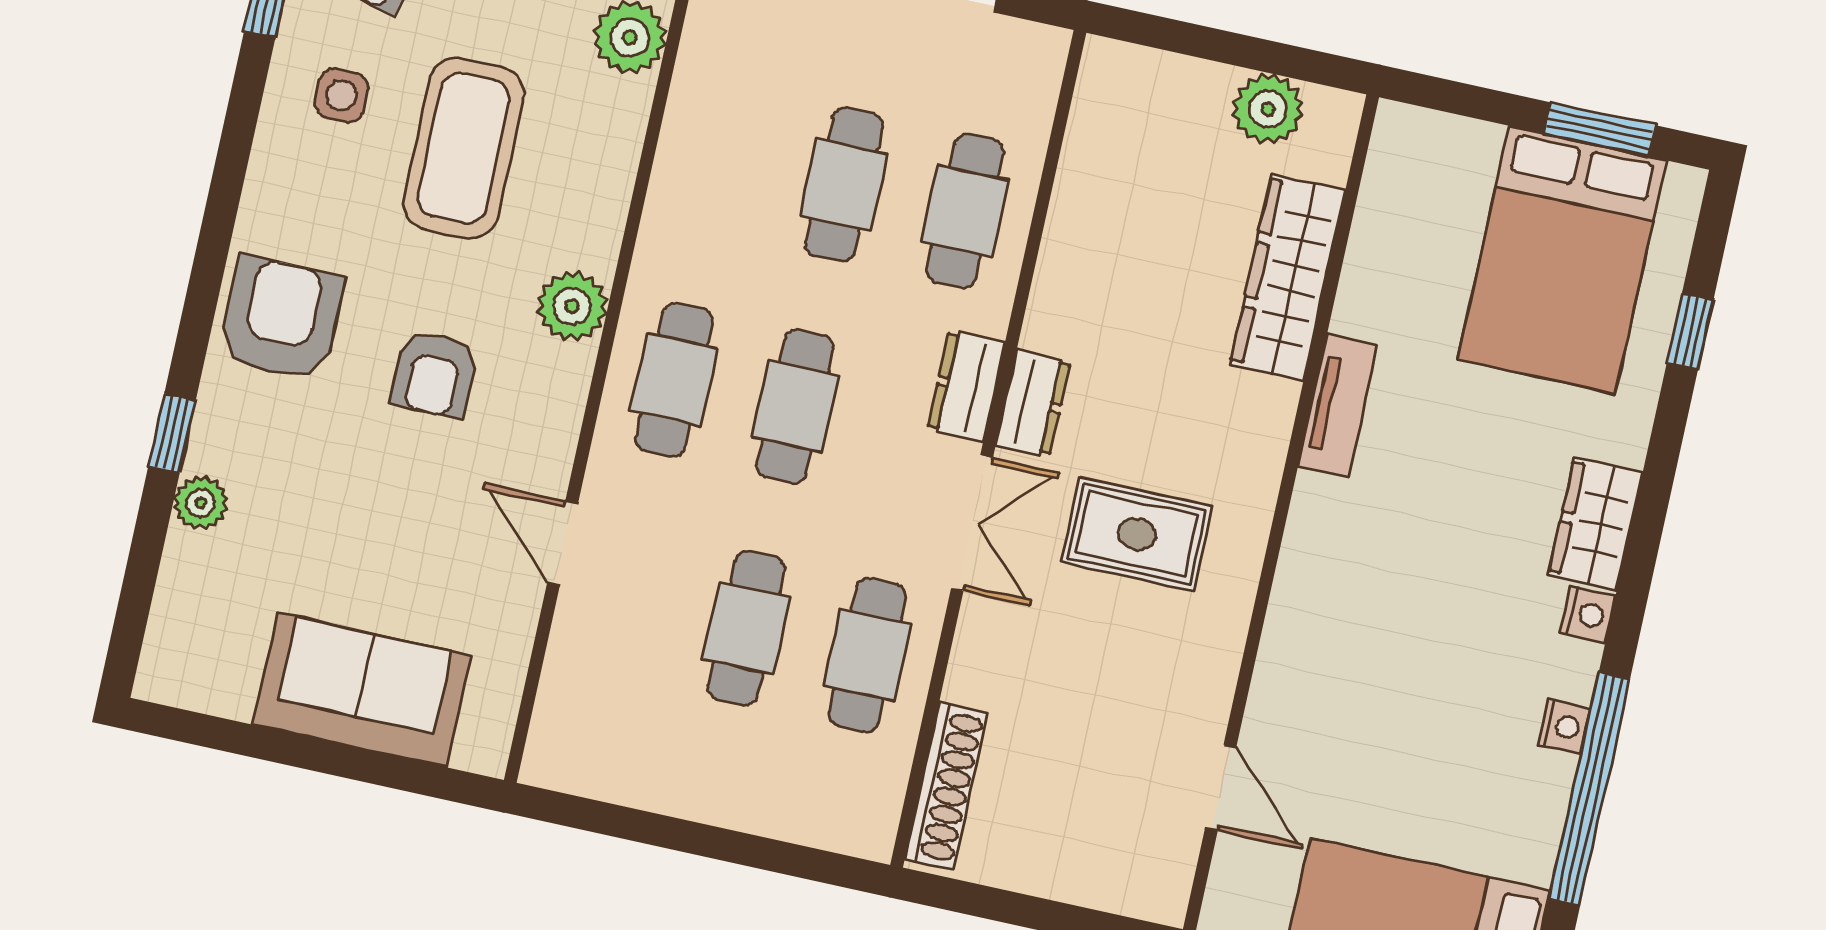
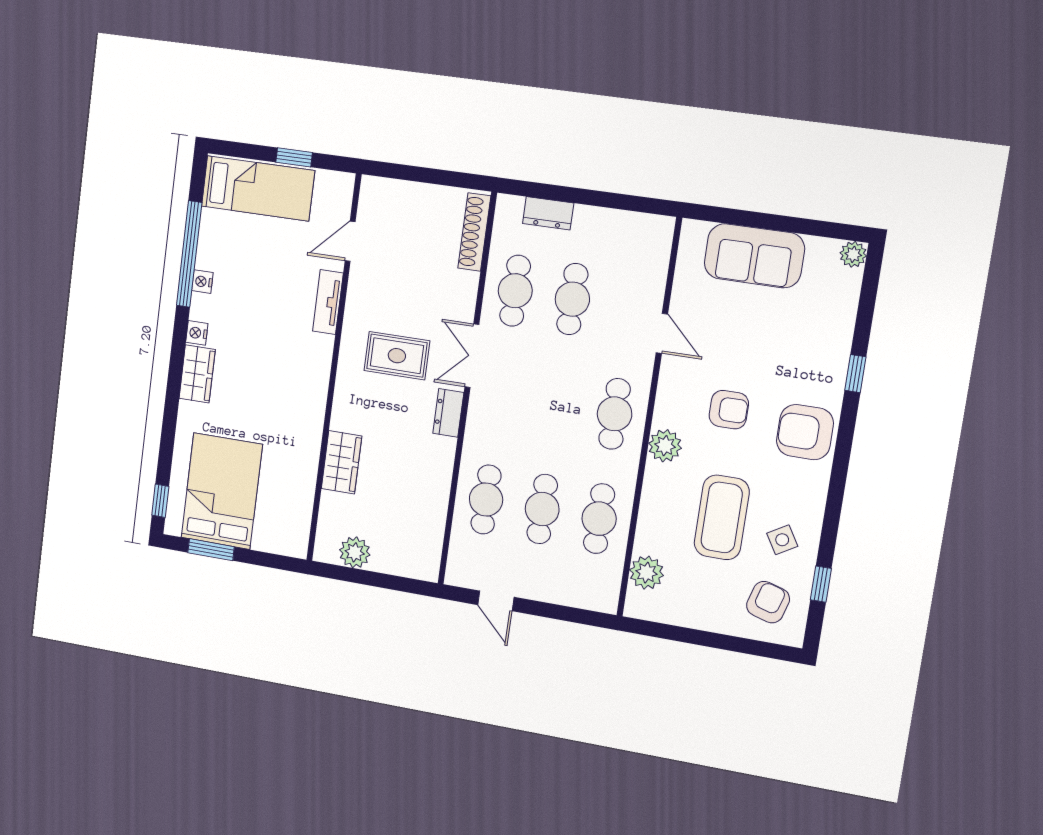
side table: (341, 95) -> (782, 540), turned -31
wardrobe: (1288, 277) -> (342, 462), width x0.67
armchair: (281, 318) -> (805, 432), turned 90
window: (1690, 331) -> (160, 501), moved
armchair: (434, 374) -> (729, 410), turned 90
dresser: (966, 386) -> (548, 213), moved, turned 90
tv unit: (1338, 405) -> (328, 302), moved
cafe table: (795, 406) -> (599, 519), moved
plant: (201, 503) -> (853, 254), moved
door: (1221, 788) -> (350, 241), hinge flipped

